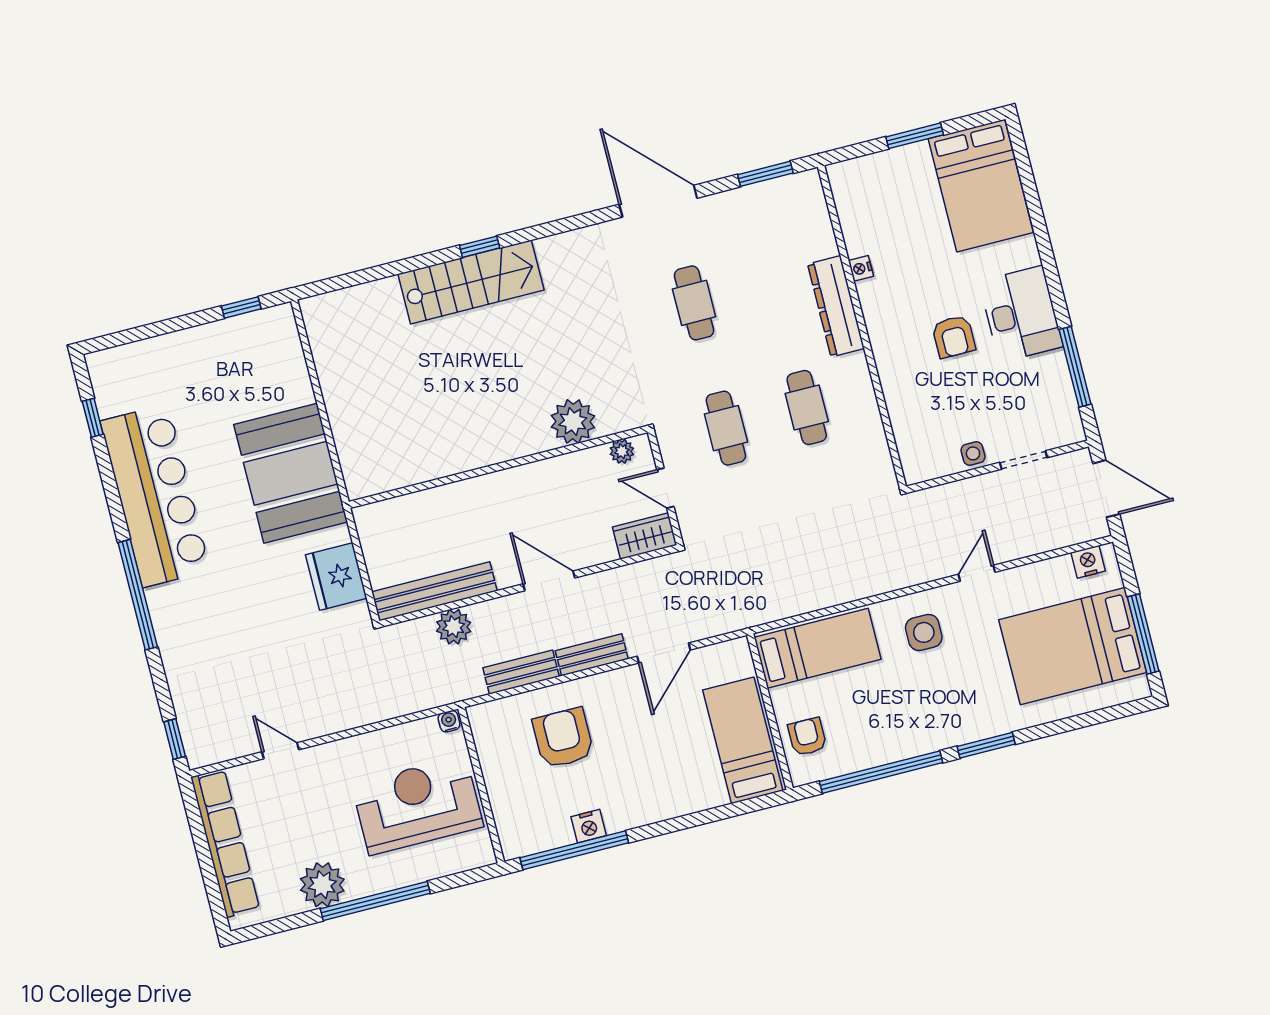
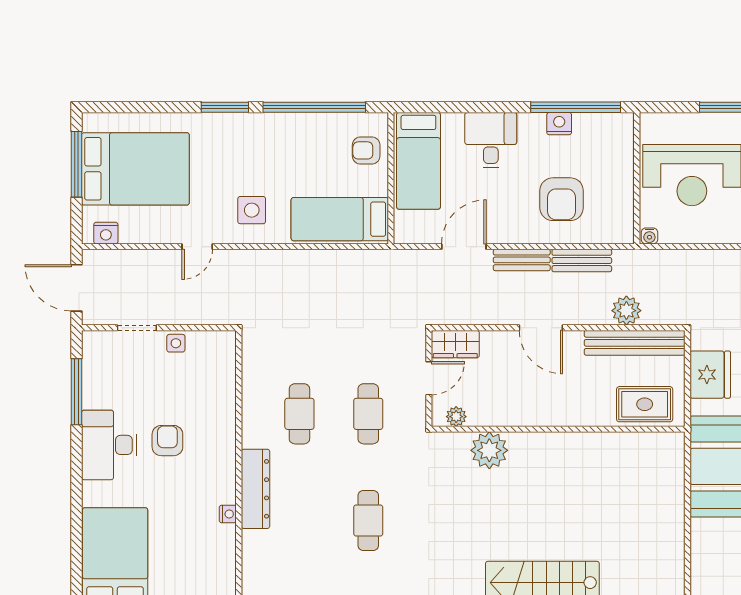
door: (665, 488) -> (429, 378), hinge flipped
rug: (404, 522) -> (645, 404), added
armchair: (807, 737) -> (366, 150), turned 90
desk: (664, 786) -> (491, 140), added

